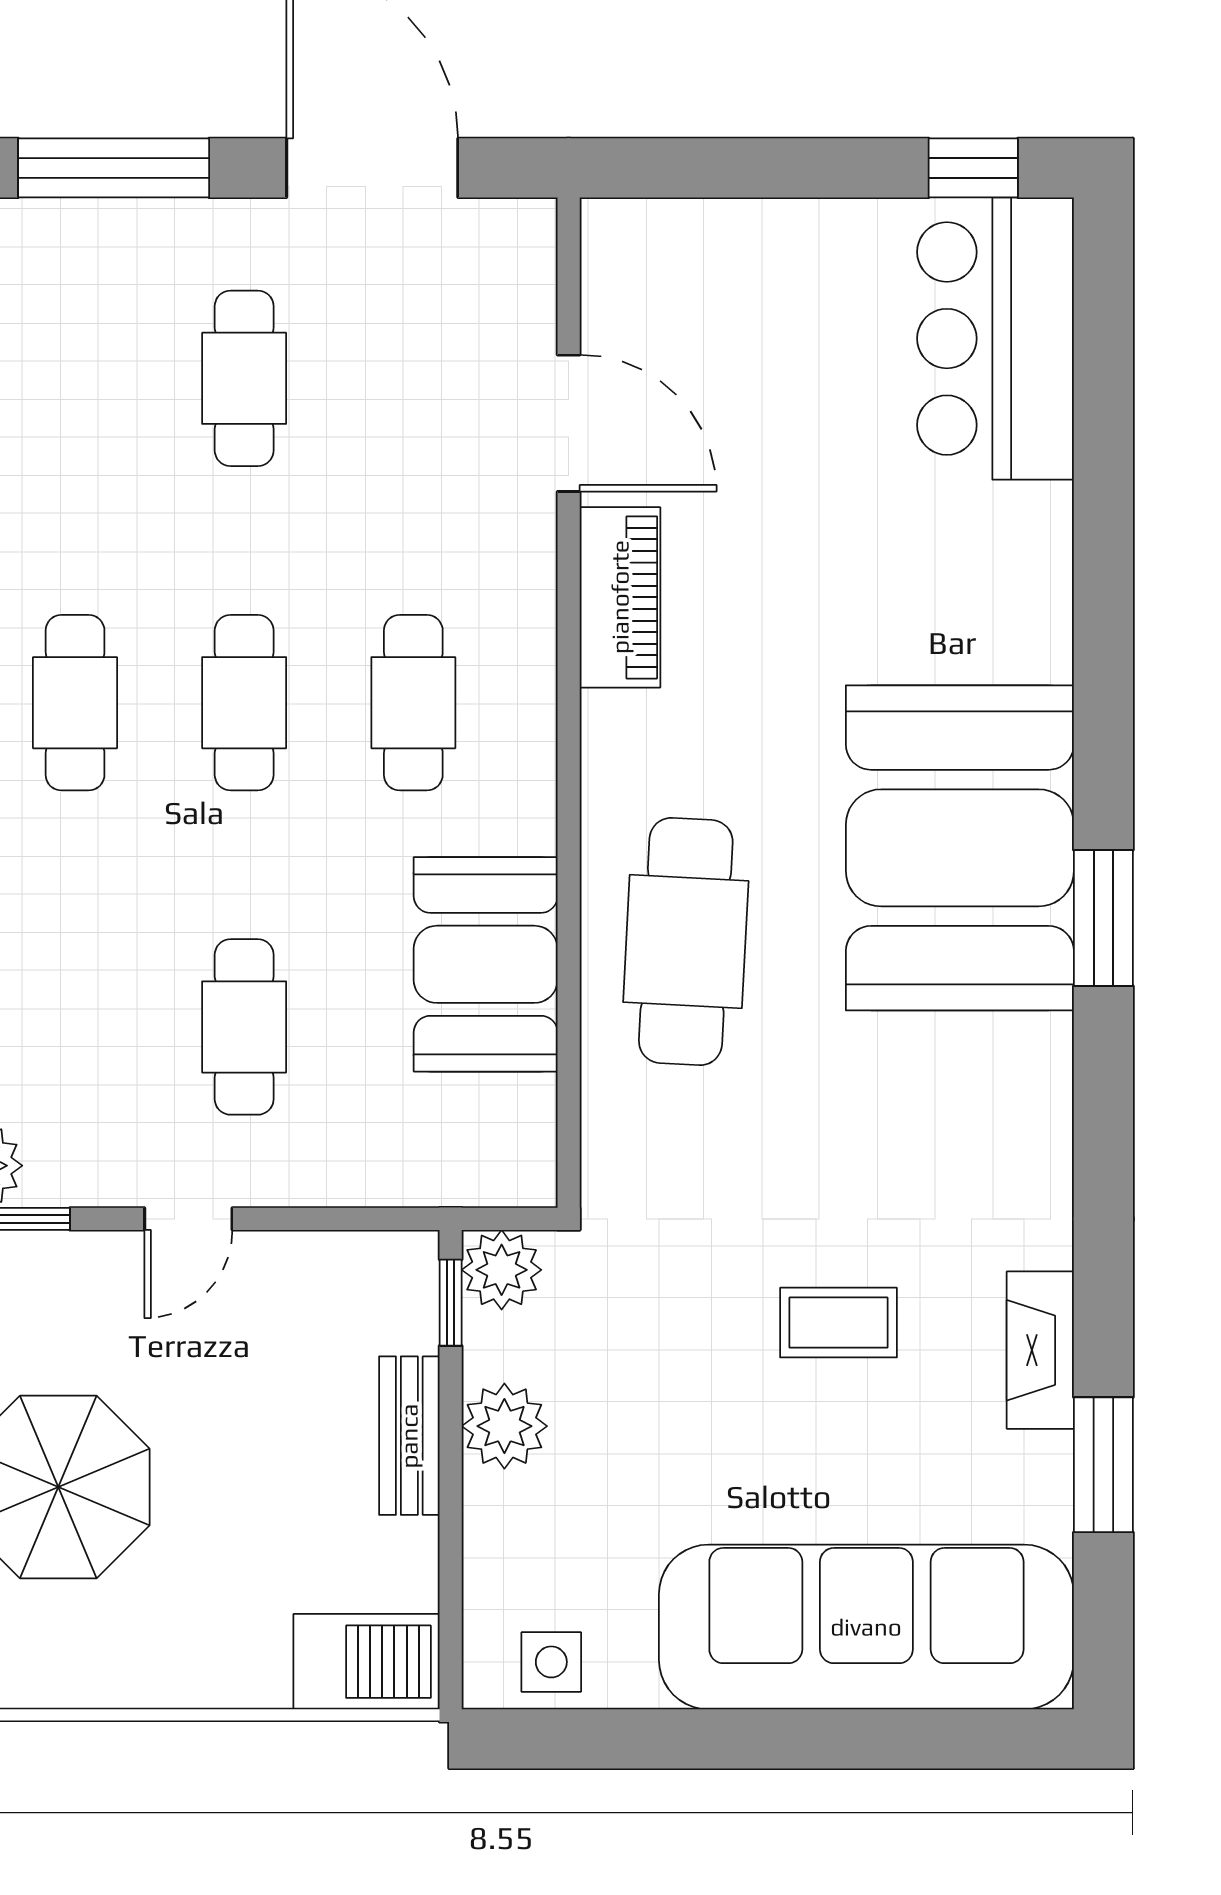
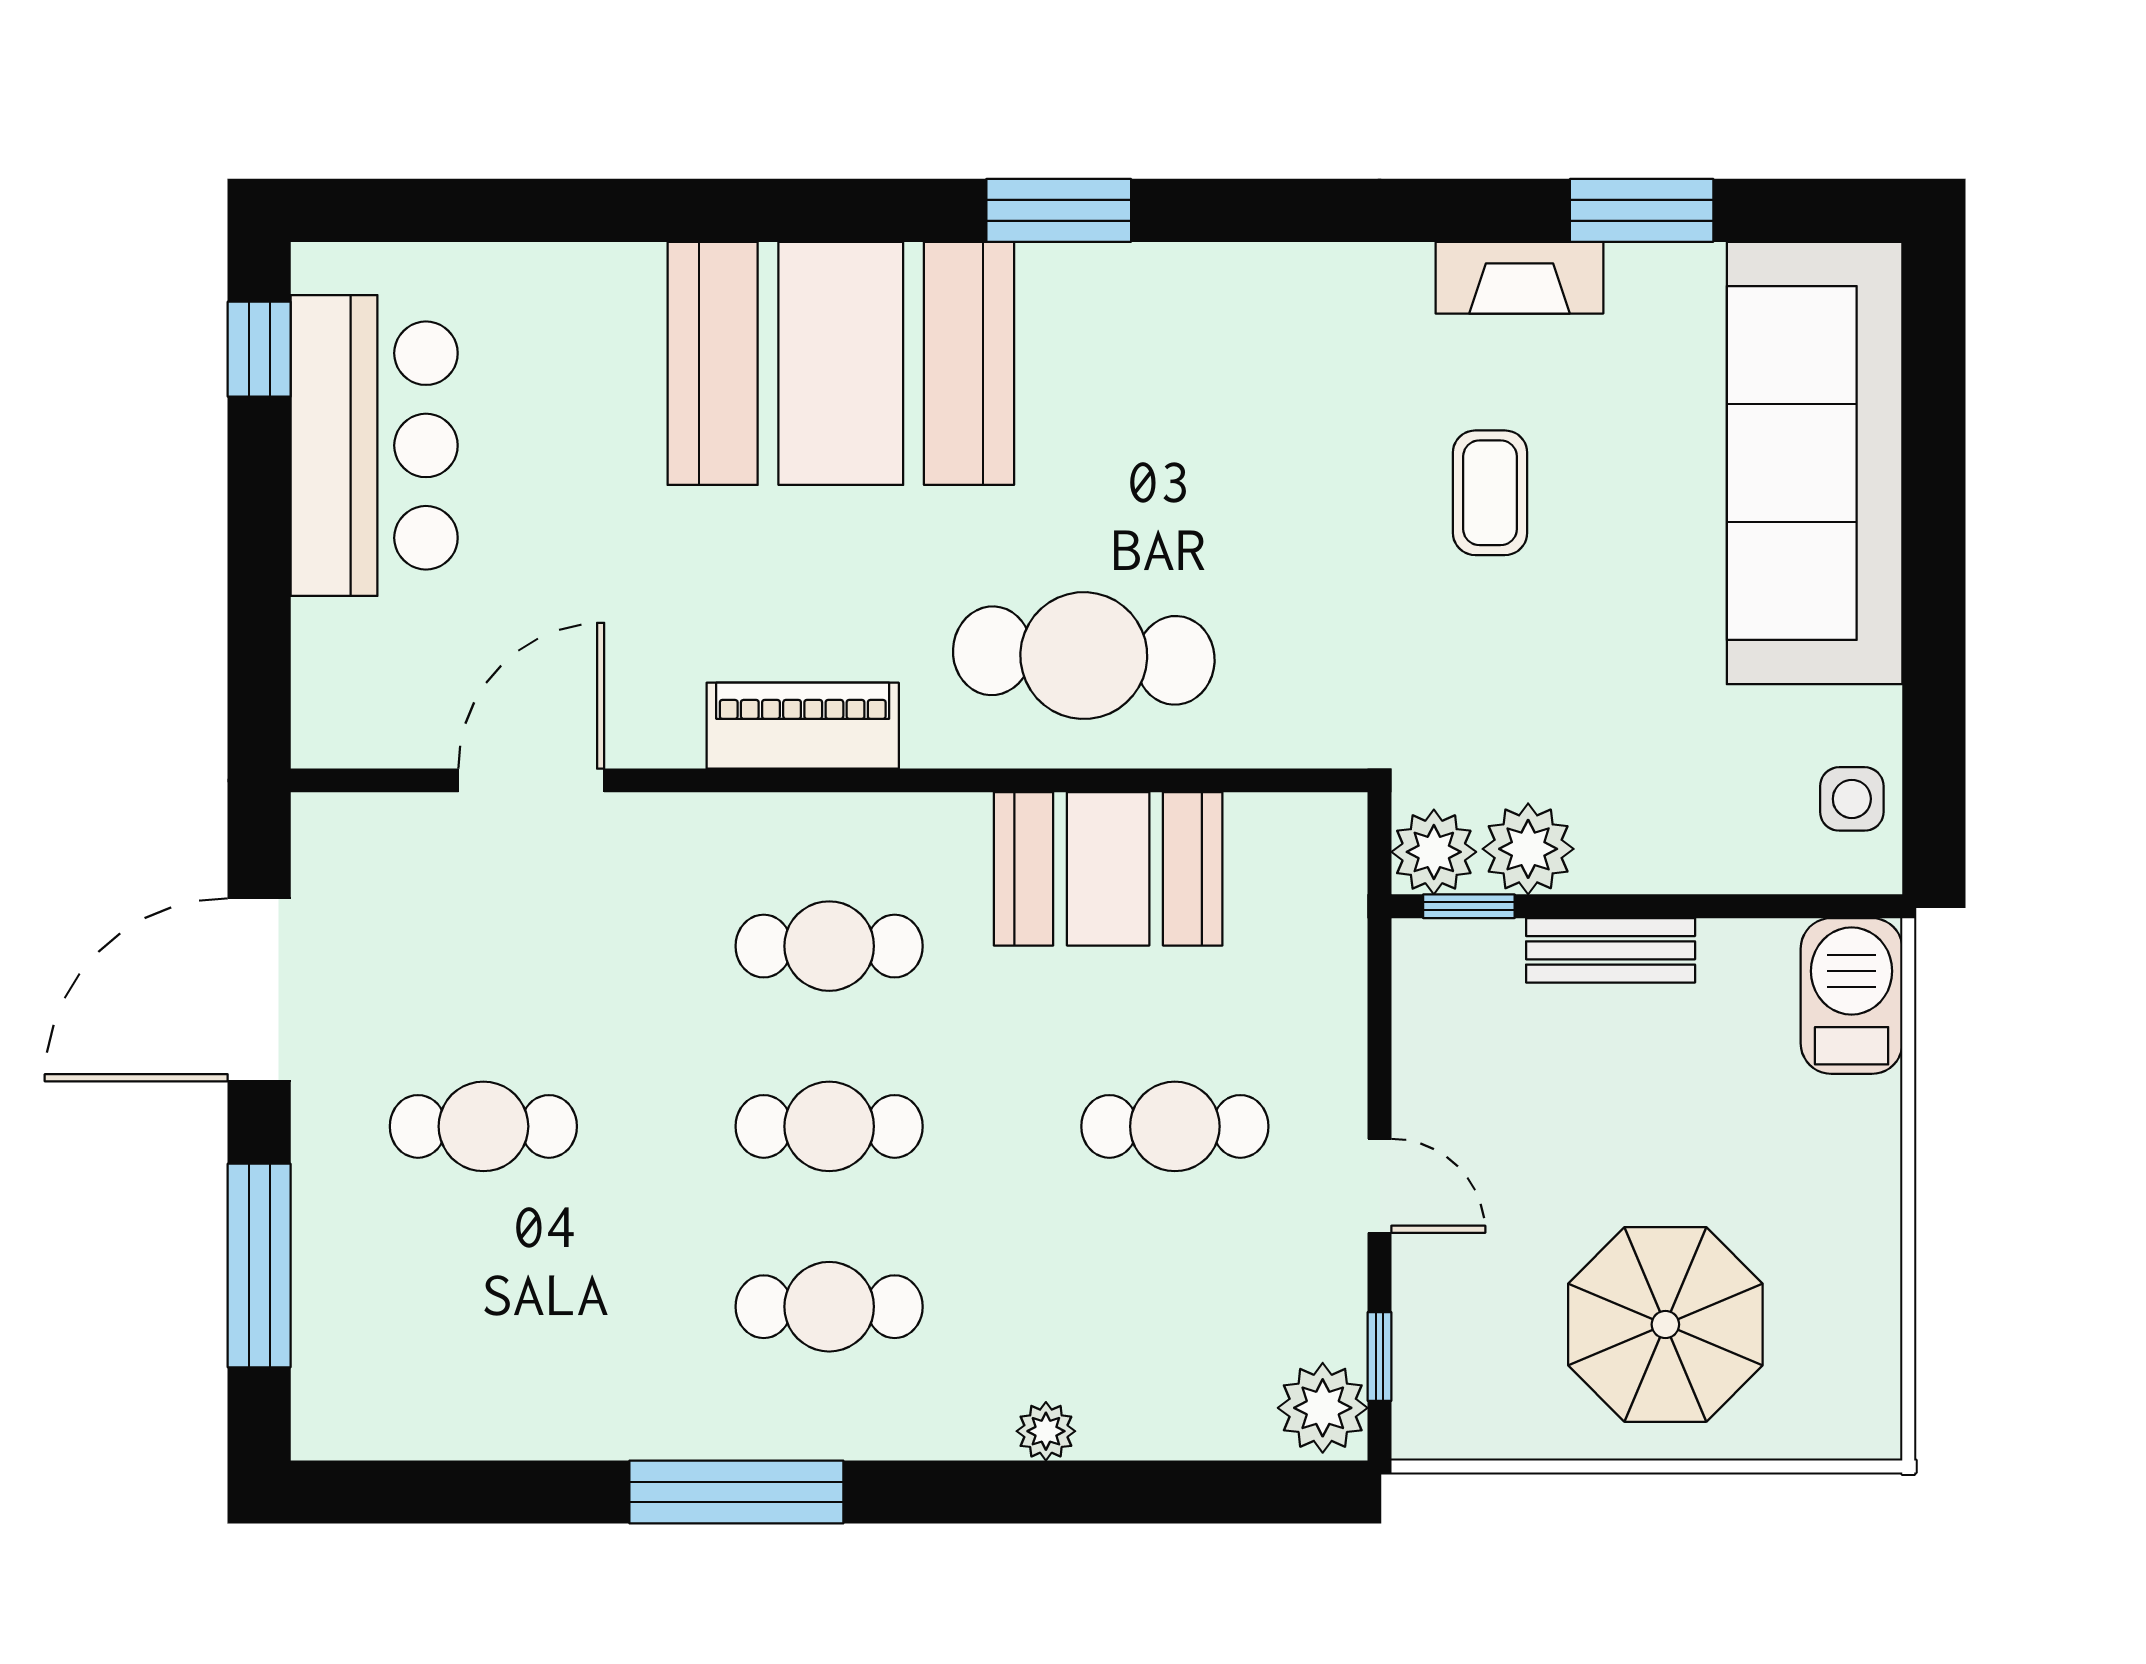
bar counter: (995, 339) -> (374, 445), moved, turned -90
piano: (620, 597) -> (803, 726), moved
booth: (960, 848) -> (841, 363), moved
plant: (504, 1426) -> (1528, 849), moved

